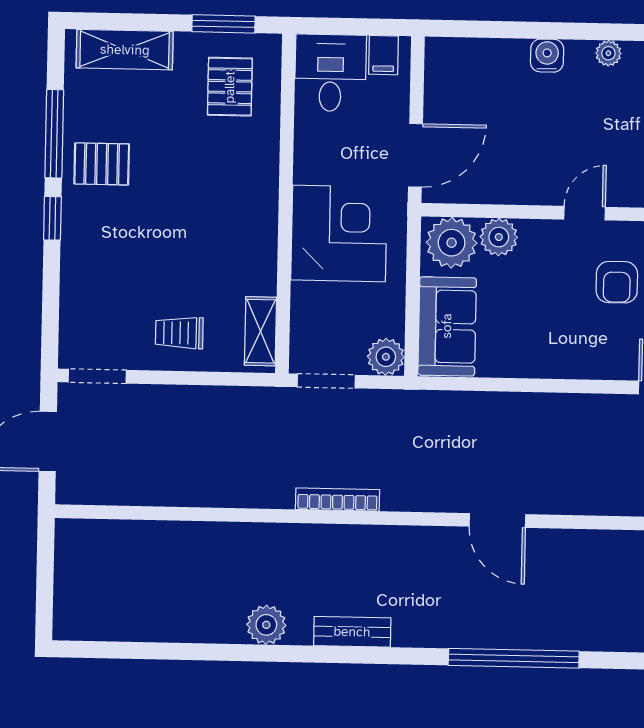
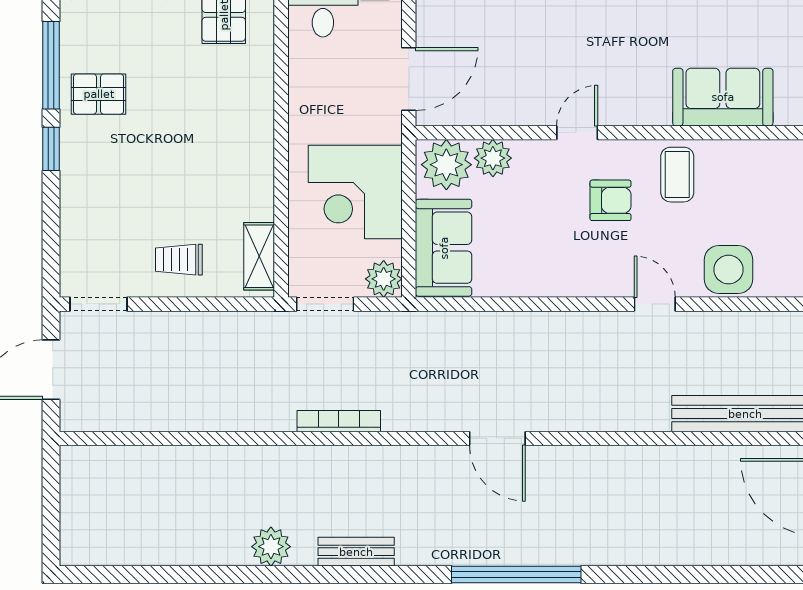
corner desk: (339, 233) -> (355, 192), moved, turned 180
armchair: (617, 282) -> (611, 200), turned -90

